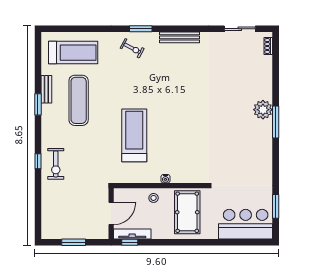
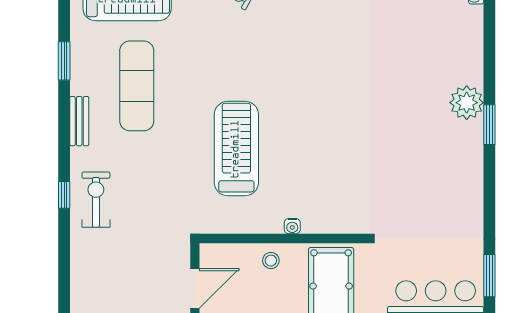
bench: (46, 89) -> (79, 121), moved
window: (38, 104) -> (64, 61), moved
window: (276, 122) -> (489, 125), width x0.69
exercise bike: (56, 164) -> (96, 200), turned 180

